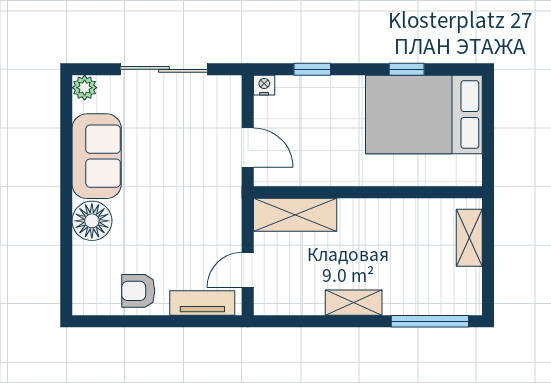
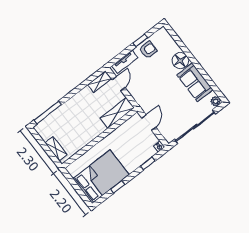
sliding door: (164, 69) -> (195, 127), width x1.36
door: (248, 147) -> (149, 123), swing flipped
shelving: (354, 303) -> (100, 82), moved
window: (139, 321) -> (140, 40), added

